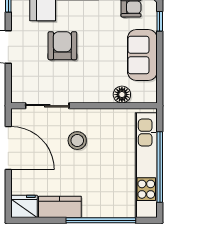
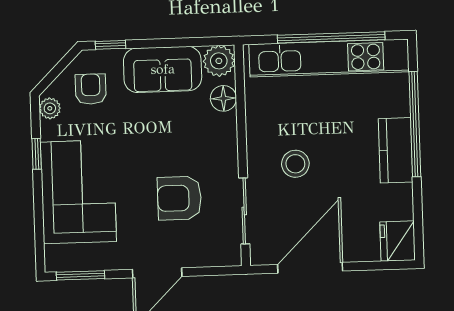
armchair: (62, 46) -> (179, 198), moved
plant: (147, 92) -> (219, 61), added
kitchen counter: (60, 207) -> (396, 150), moved

